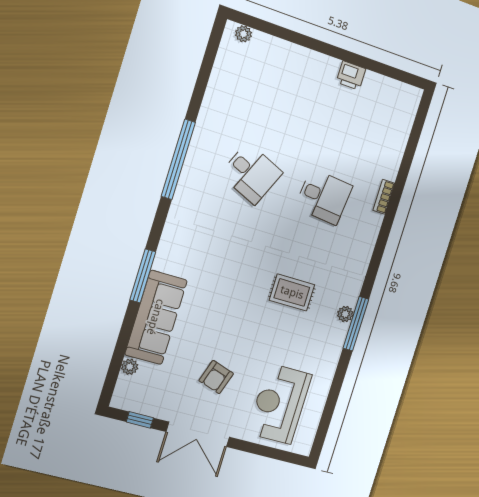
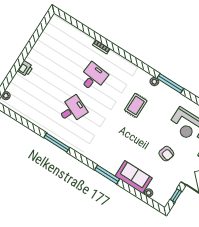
printer: (351, 75) -> (25, 68), moved
window: (178, 159) -> (57, 143), width x0.68
sofa: (156, 317) -> (134, 177), width x0.73
window: (356, 324) -> (170, 83), moved

